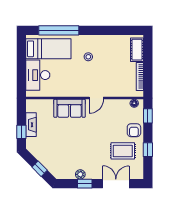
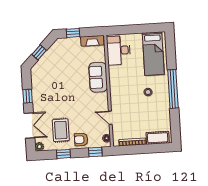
window: (59, 30) -> (173, 89), moved
desk: (38, 75) -> (119, 50), moved, turned -90
door: (96, 98) -> (110, 118), moved
fireplace: (31, 125) -> (92, 41), moved
plant: (80, 174) -> (39, 147), moved

